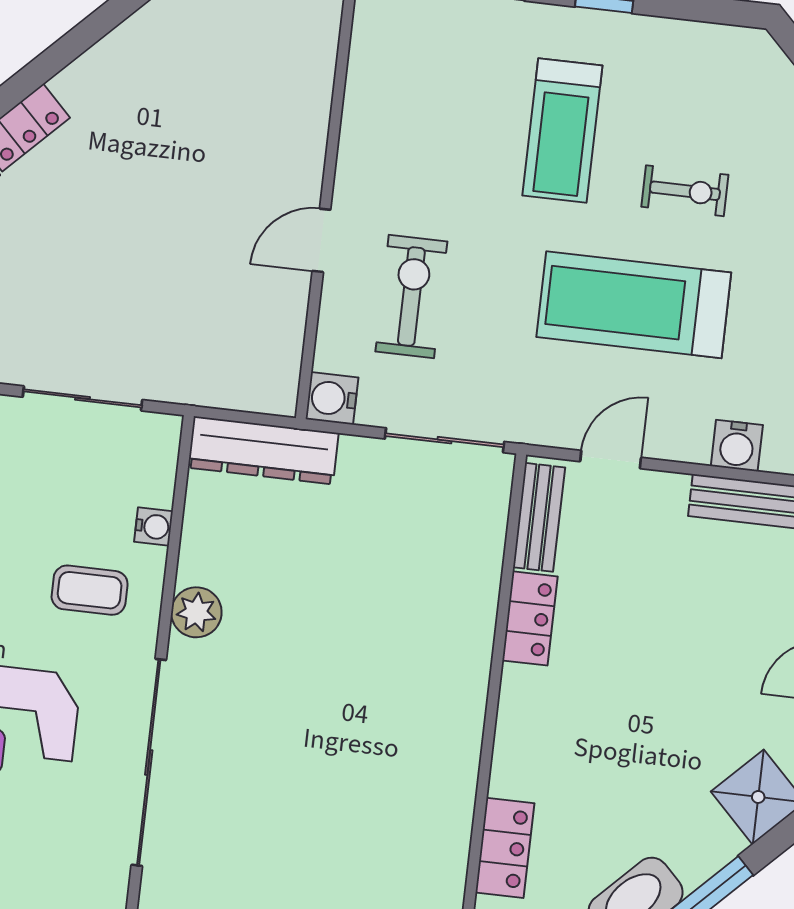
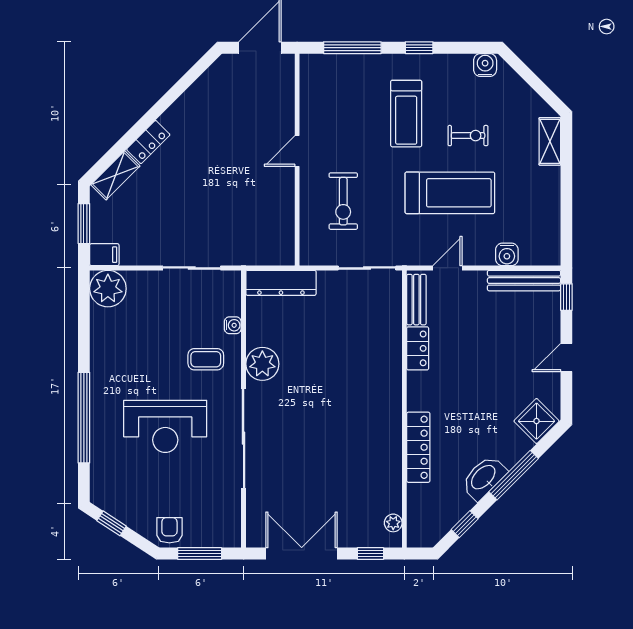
door: (321, 240) -> (297, 151), moved
exercise bike: (411, 297) -> (343, 201), turned 180
treadmill: (634, 305) -> (450, 193), turned 180
water cooler: (332, 398) -> (485, 65), moved, turned 90
plant: (196, 612) -> (262, 364), width x1.36, depth x1.36
locker: (505, 848) -> (418, 447), width x1.53

